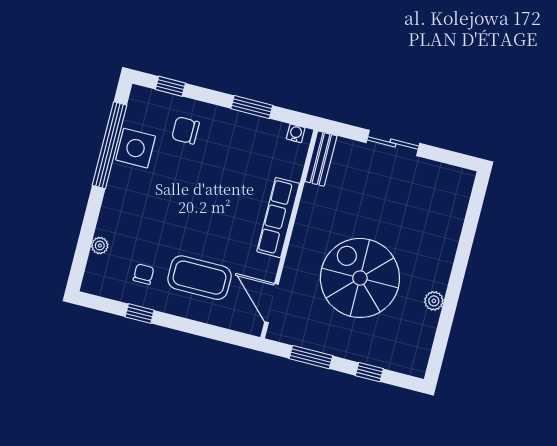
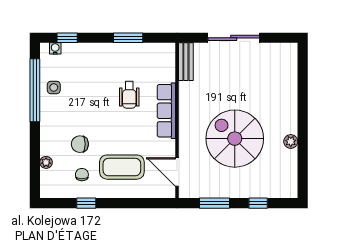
chair: (185, 130) -> (80, 144), moved
water cooler: (296, 133) -> (55, 48), moved
sliding door: (393, 143) -> (234, 38), width x1.37
side table: (136, 148) -> (54, 87), width x0.54, depth x0.54
wheelchair: (234, 184) -> (129, 95), added

